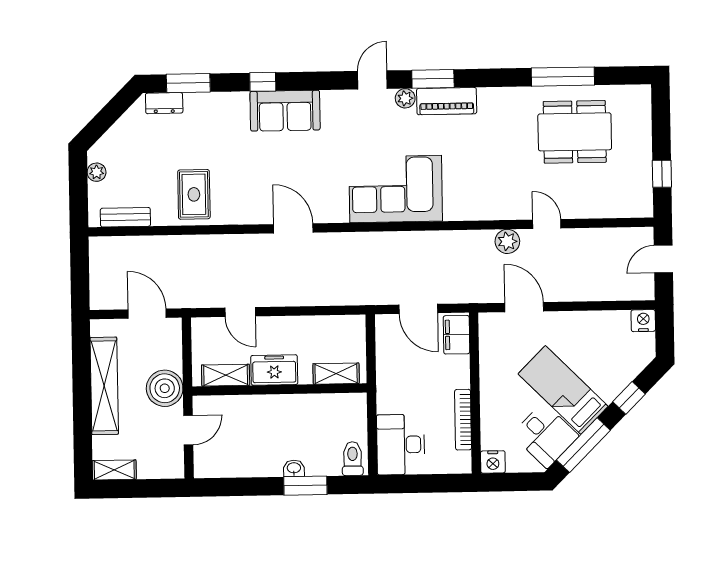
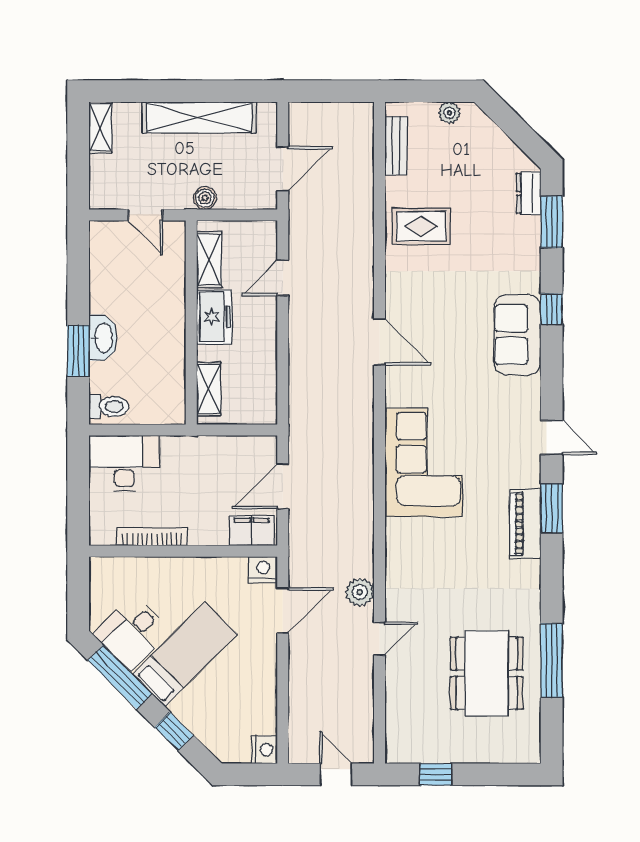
plant: (405, 98) -> (529, 476), removed
door: (293, 228) -> (379, 342), hinge flipped
boiler: (165, 388) -> (205, 198), width x0.54, depth x0.54
nightstand: (493, 462) -> (263, 570), moved, turned 90
washbasin: (294, 468) -> (103, 338), width x1.91, depth x1.45

